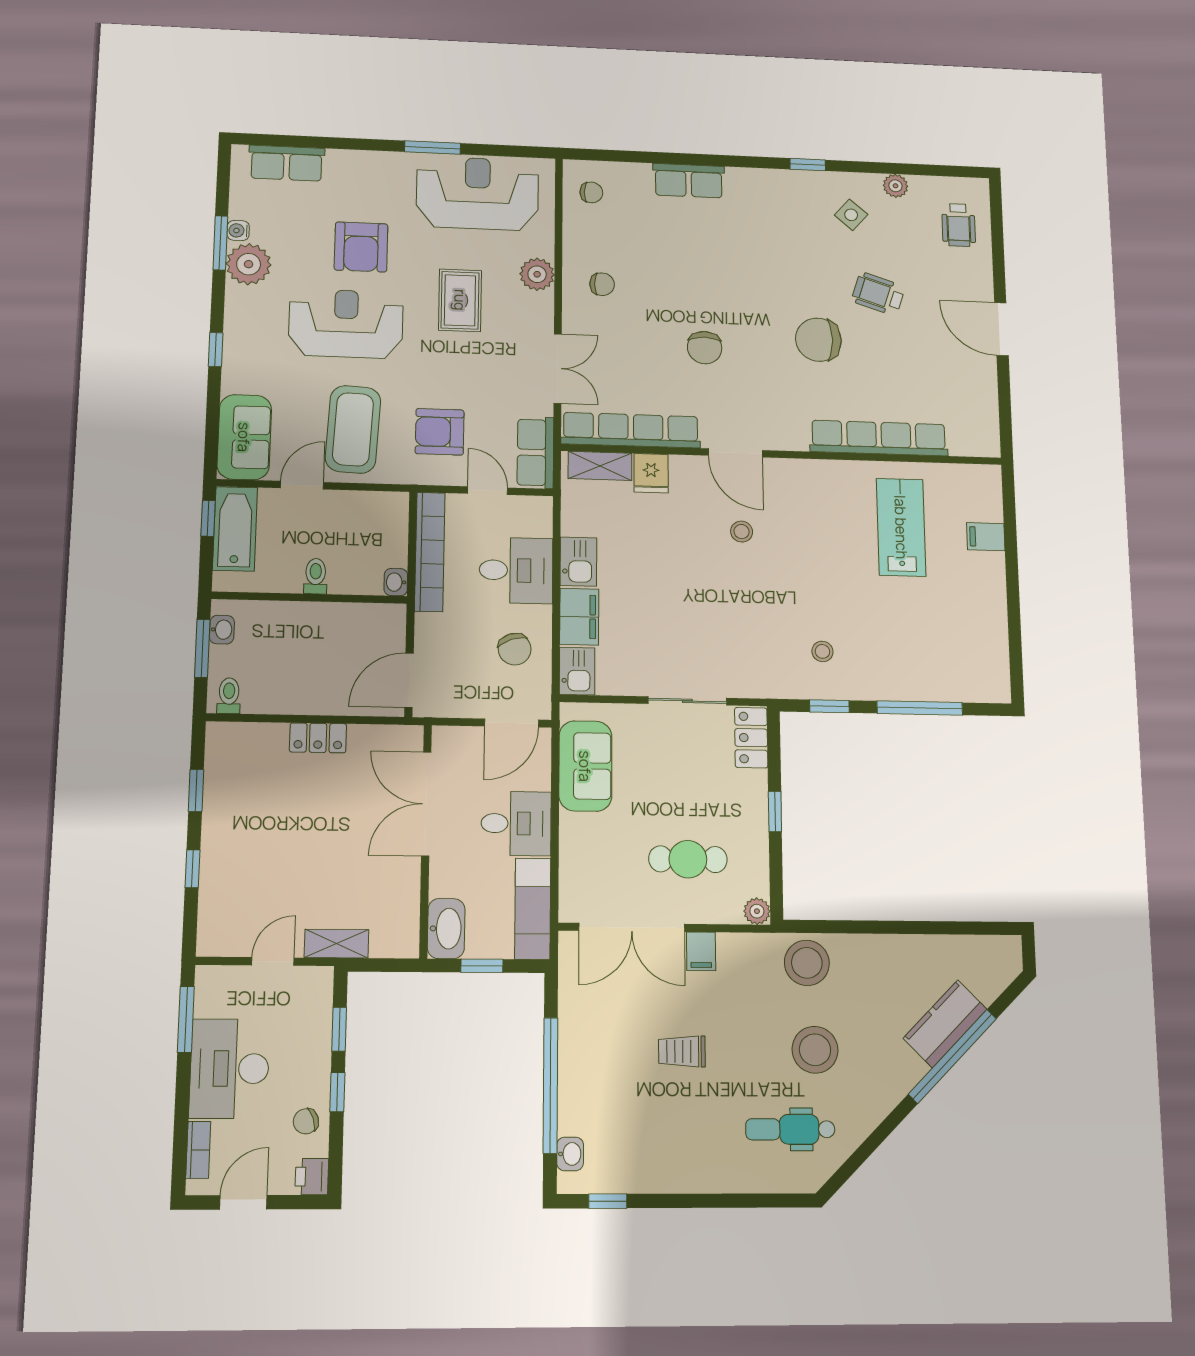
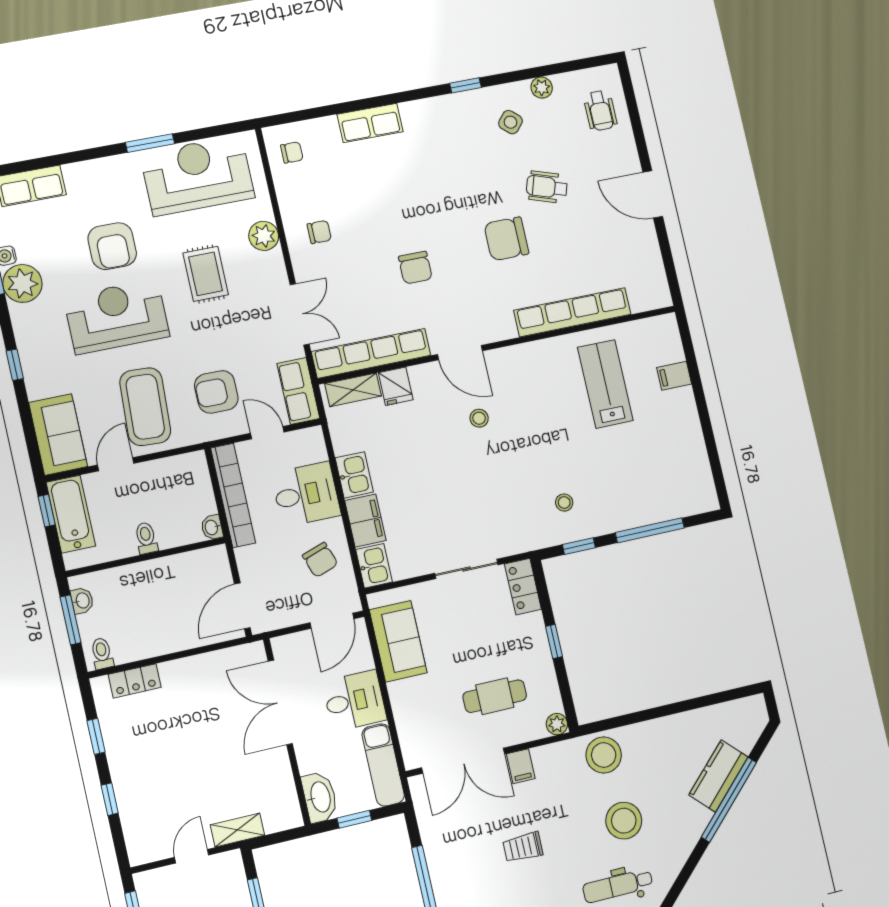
locker: (318, 738) -> (135, 681), moved

